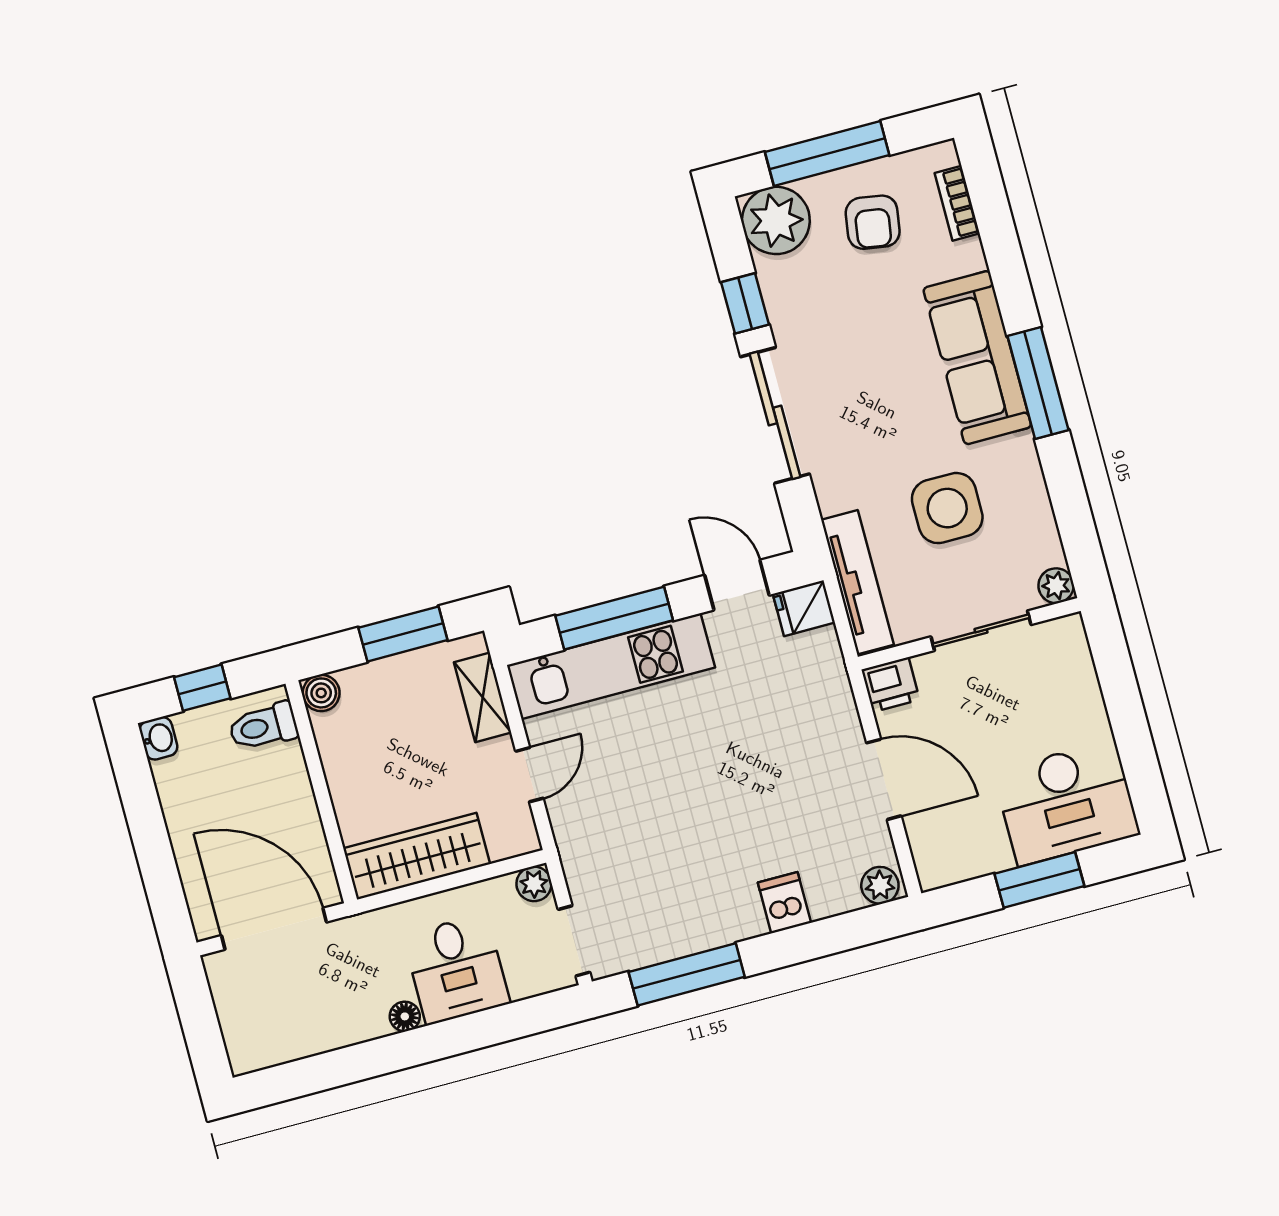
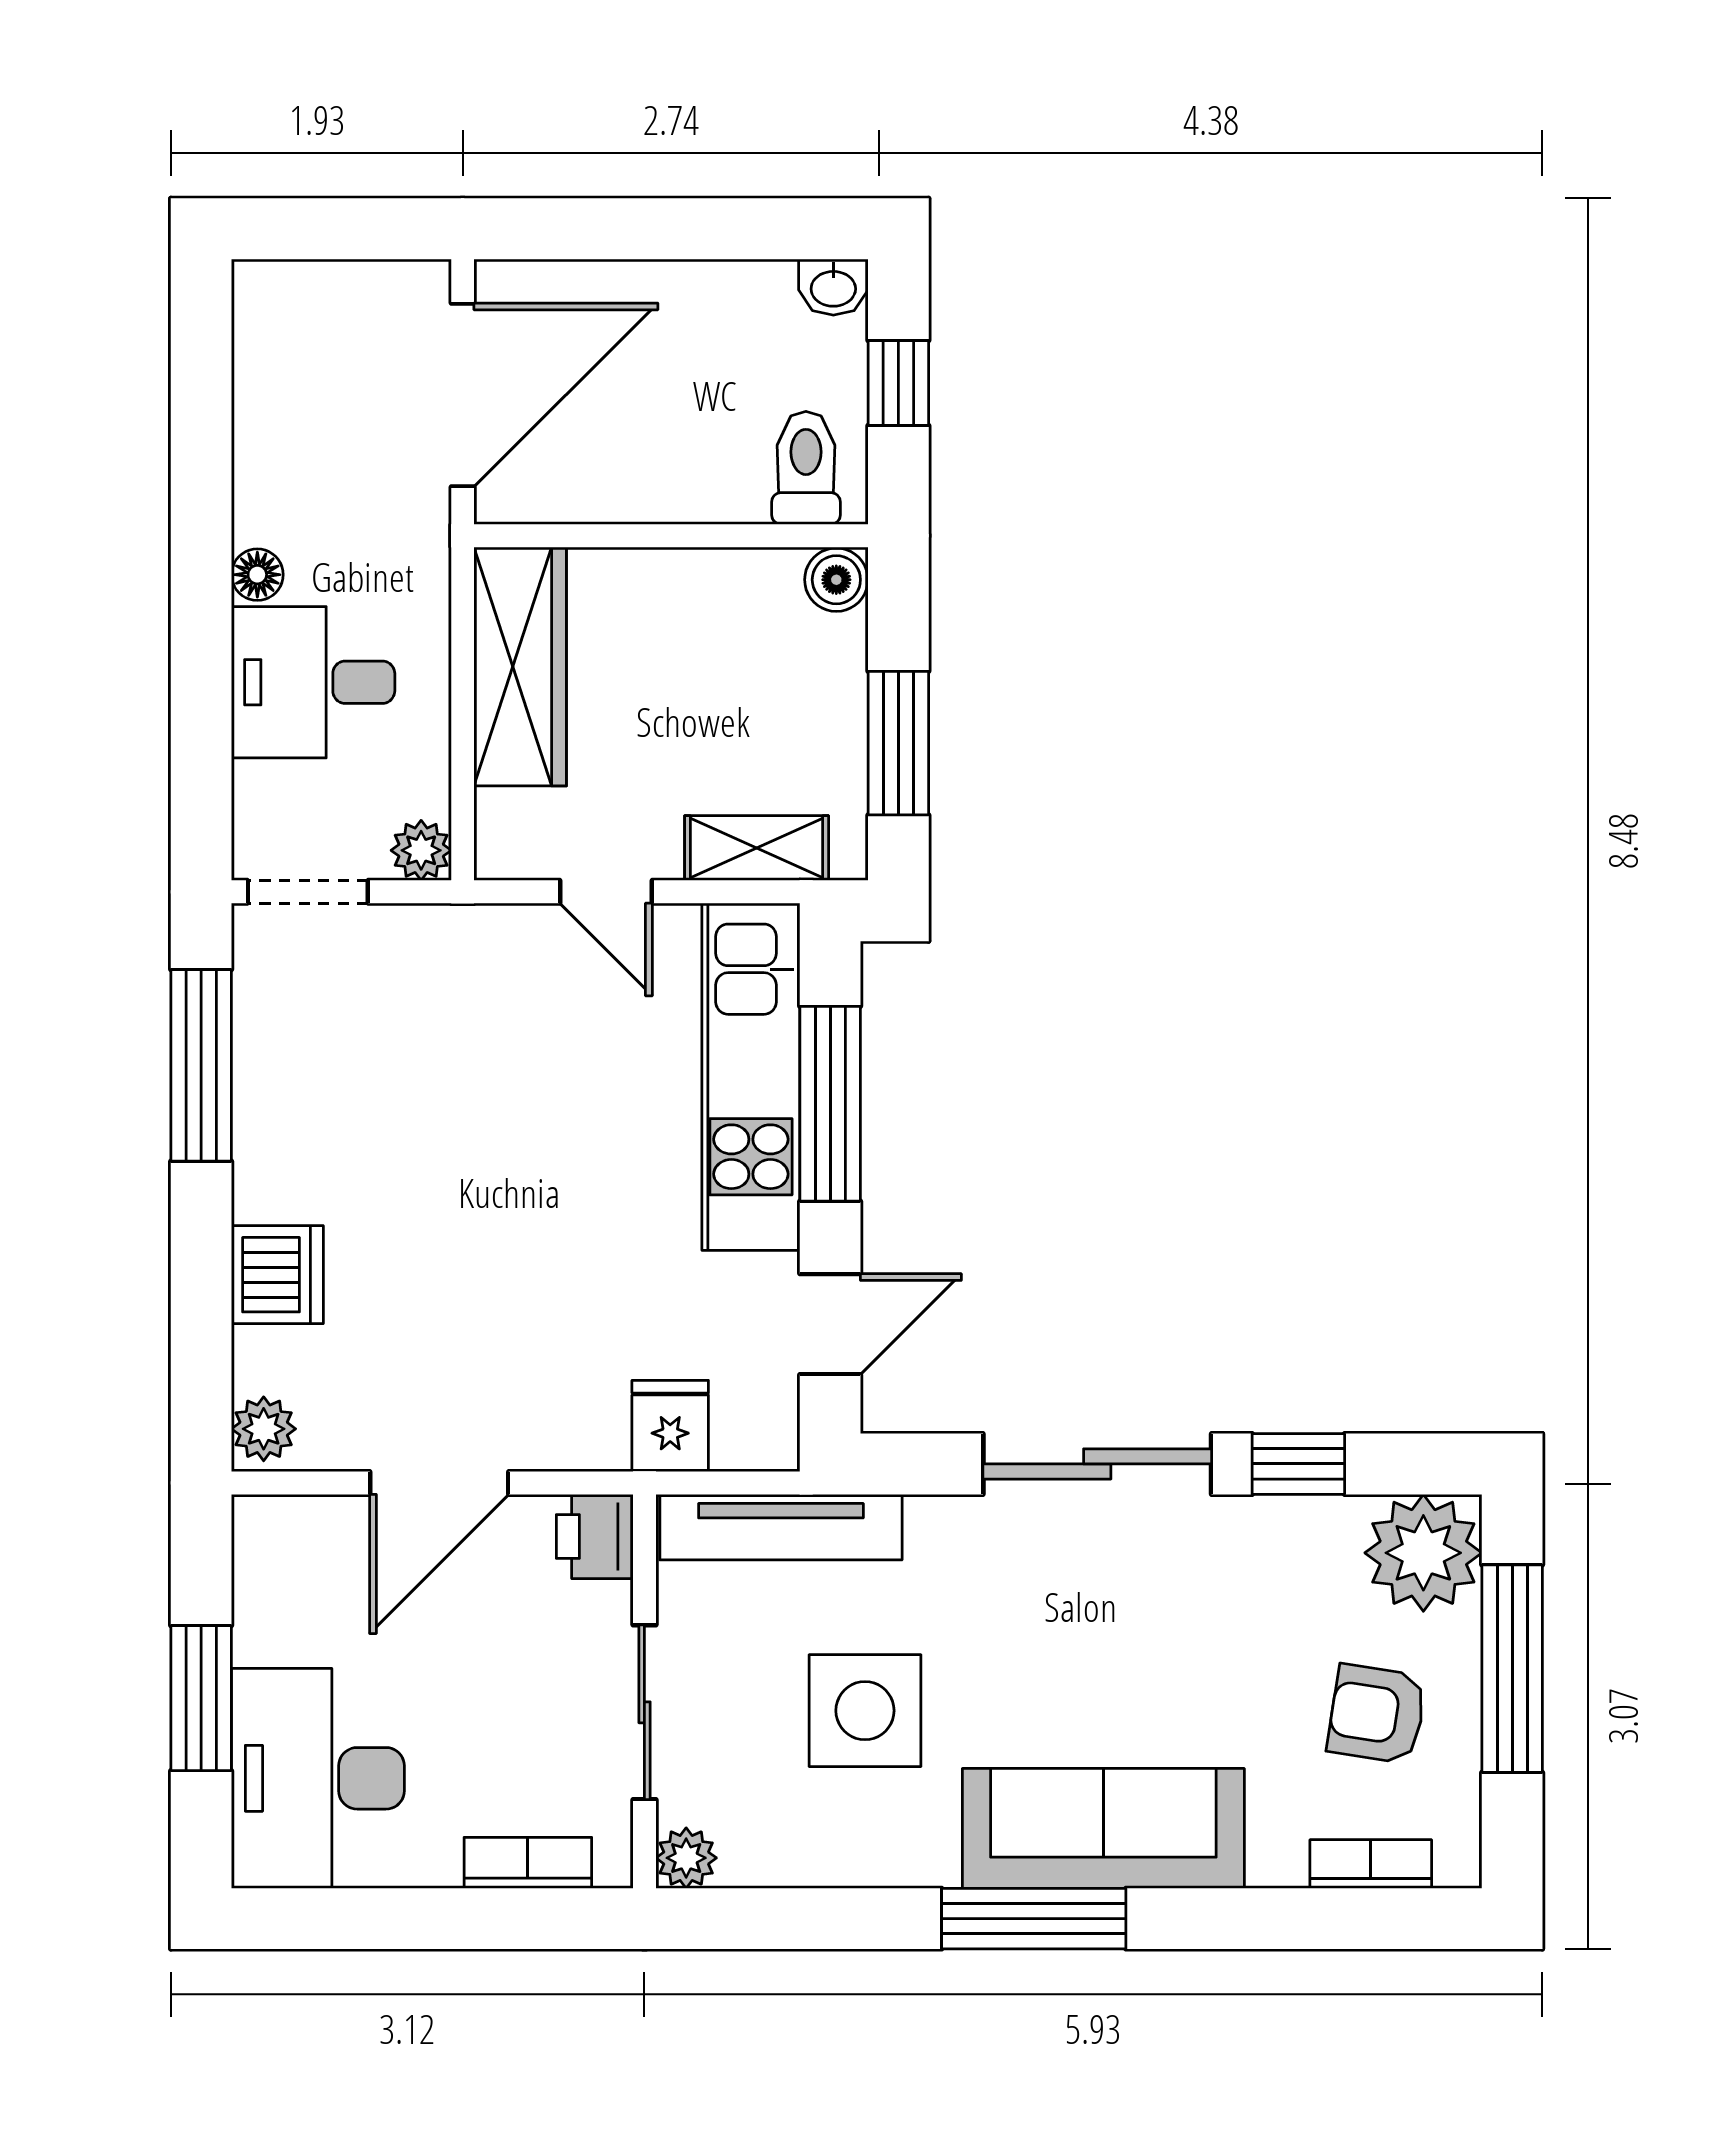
fridge: (804, 608) -> (670, 1426), moved
bookcase: (1082, 673) -> (528, 1863), added
dishwasher: (784, 903) -> (277, 1275), width x1.38

